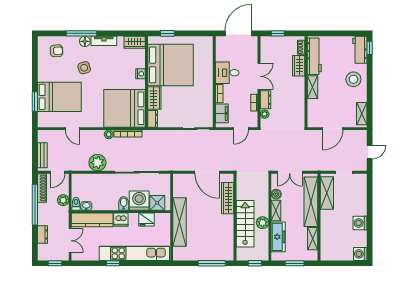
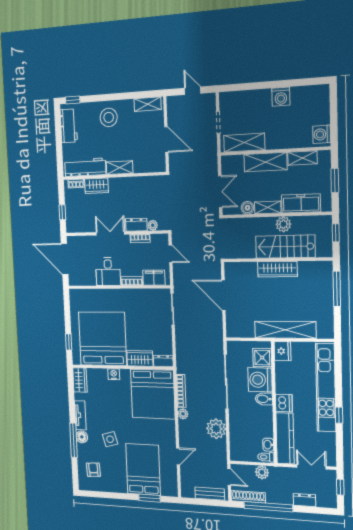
workbench: (360, 50) -> (69, 126), moved, turned -90
door: (207, 172) -> (223, 295), swing flipped
wardrobe: (228, 198) -> (277, 269), moved
shelving: (311, 202) -> (266, 162), width x0.68
fridge: (146, 219) -> (283, 351), moved
washing machine: (360, 254) -> (322, 134), moved, turned 90

